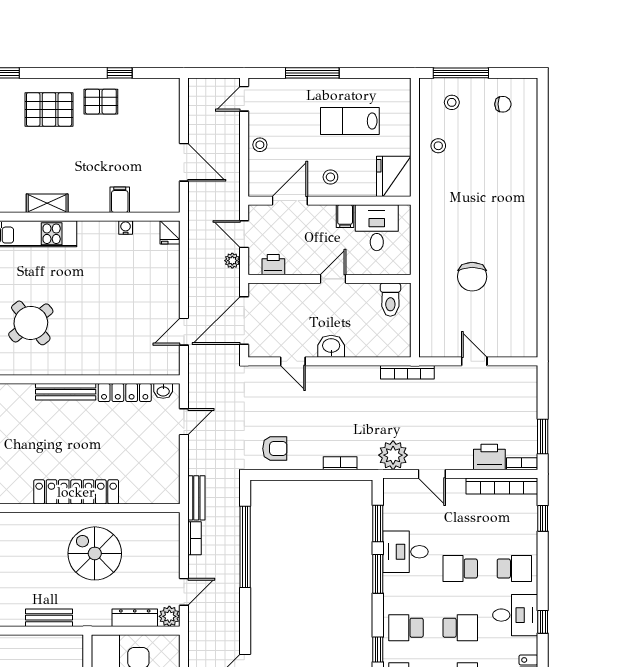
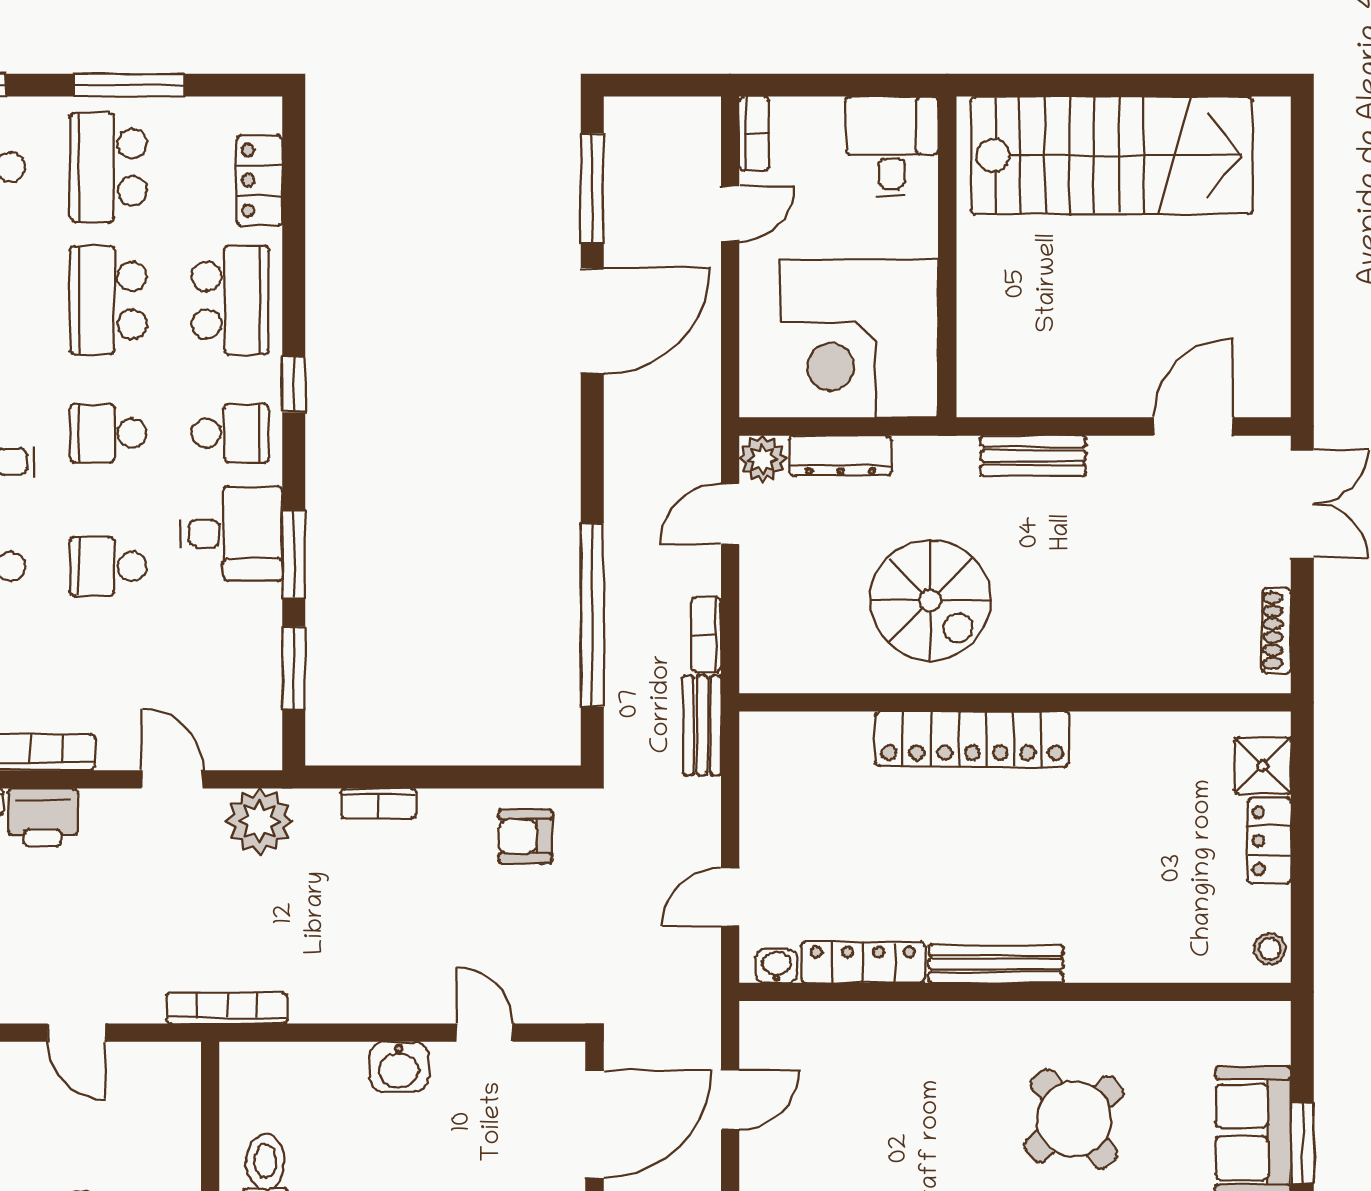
desk: (405, 552) -> (232, 534), moved
school desk: (460, 569) -> (108, 566), turned 180

